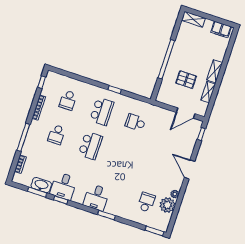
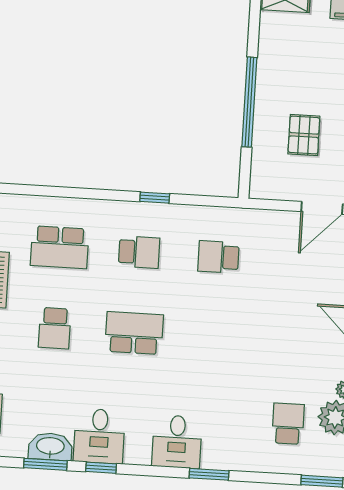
pallet: (186, 80) -> (304, 135), turned 90
school desk: (68, 100) -> (60, 247), width x1.85
school desk: (102, 111) -> (139, 252), width x0.54
school desk: (90, 146) -> (134, 333), turned -90

